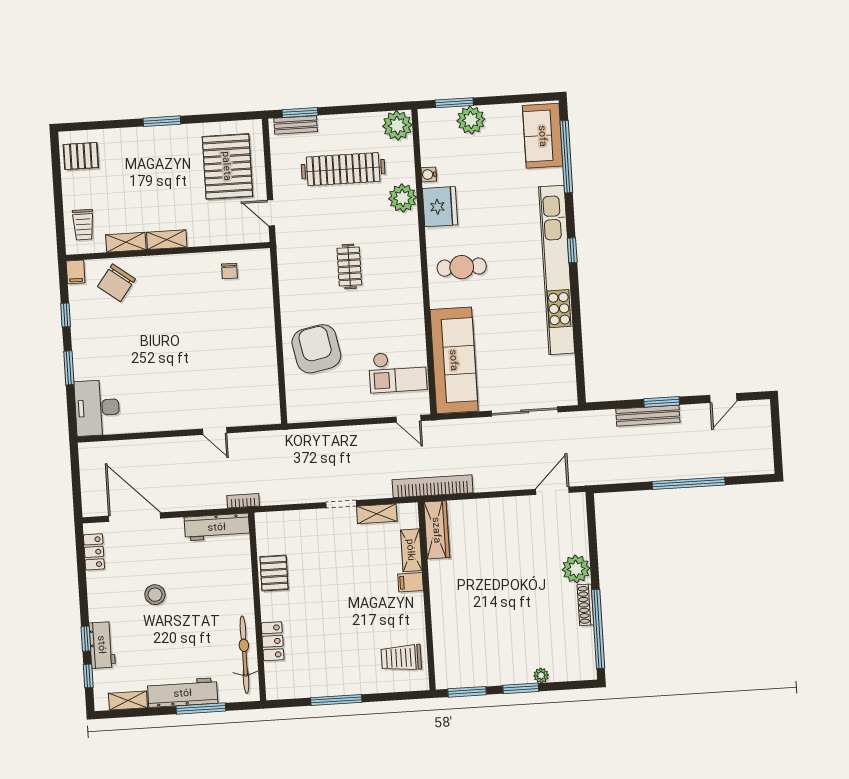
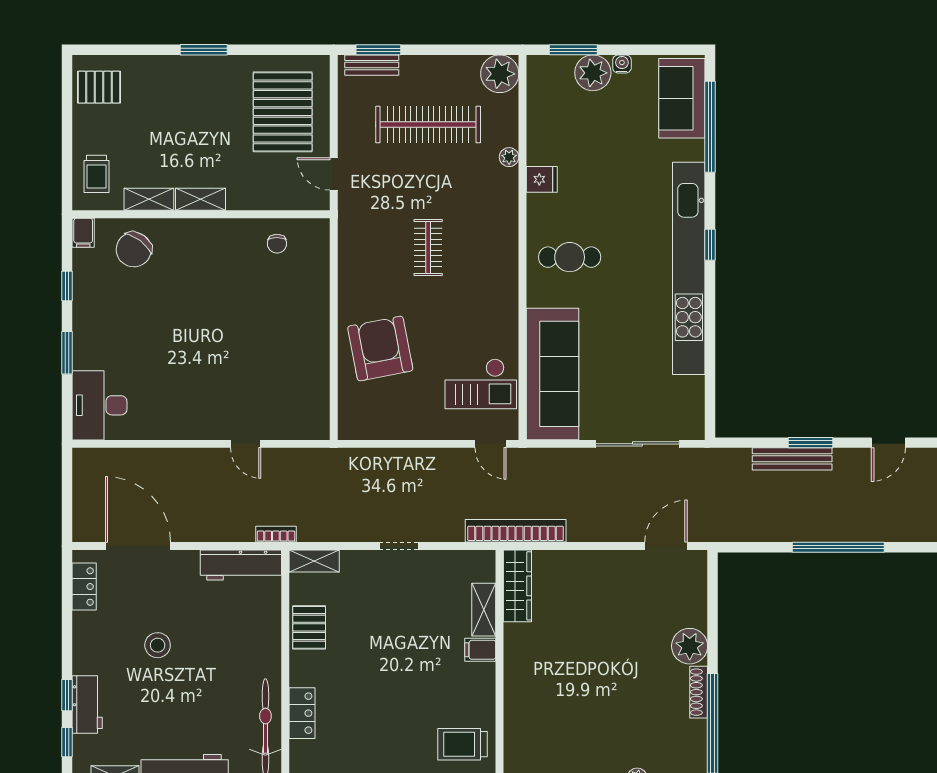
water cooler: (429, 174) -> (622, 64), moved, turned 90
plant: (403, 198) -> (509, 157), width x0.53, depth x0.53
fridge: (440, 207) -> (542, 179), width x0.53, depth x0.75
shelving: (377, 514) -> (314, 561), moved

